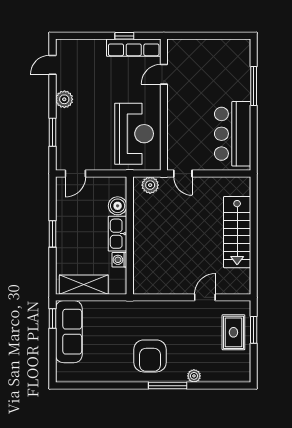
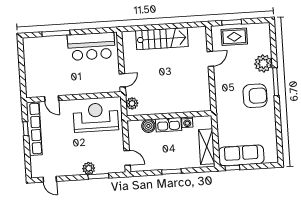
row of seats: (134, 48) -> (34, 129), width x1.36
plant: (64, 99) -> (89, 168), moved
door: (205, 297) -> (210, 59), swing flipped
plant: (194, 376) -> (263, 63), width x1.87, depth x1.87

